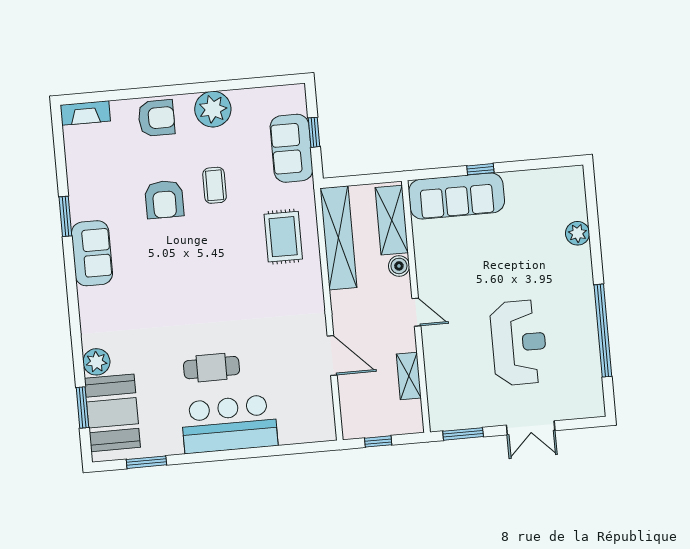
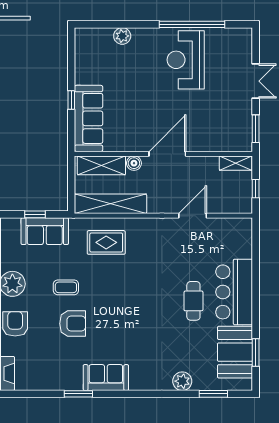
door: (416, 312) -> (167, 154), width x1.87
reception desk: (519, 343) -> (186, 60), moved, turned -90
shelving: (409, 376) -> (236, 163), moved
booth: (112, 413) -> (235, 352), moved, turned 90

